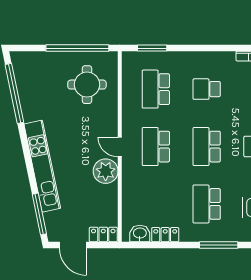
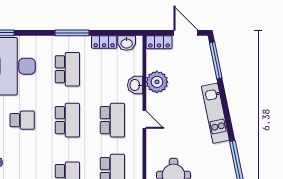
kitchen unit: (42, 166) -> (215, 113), width x0.73
plant: (106, 171) -> (157, 82), moved
washbasin: (130, 186) -> (135, 85), added
window: (219, 245) -> (72, 33), moved

